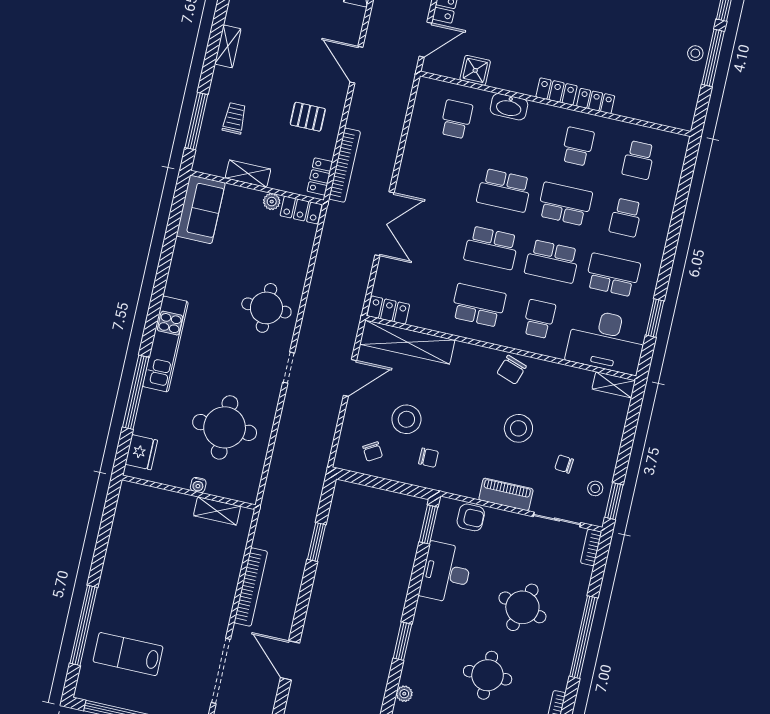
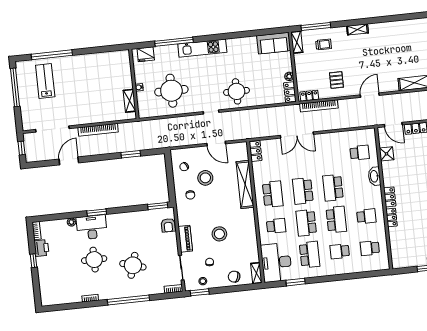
shelving: (248, 174) -> (297, 42), moved
shelving: (407, 342) -> (245, 184), moved
chair: (512, 370) -> (234, 277), moved
desk: (446, 573) -> (92, 227), moved

